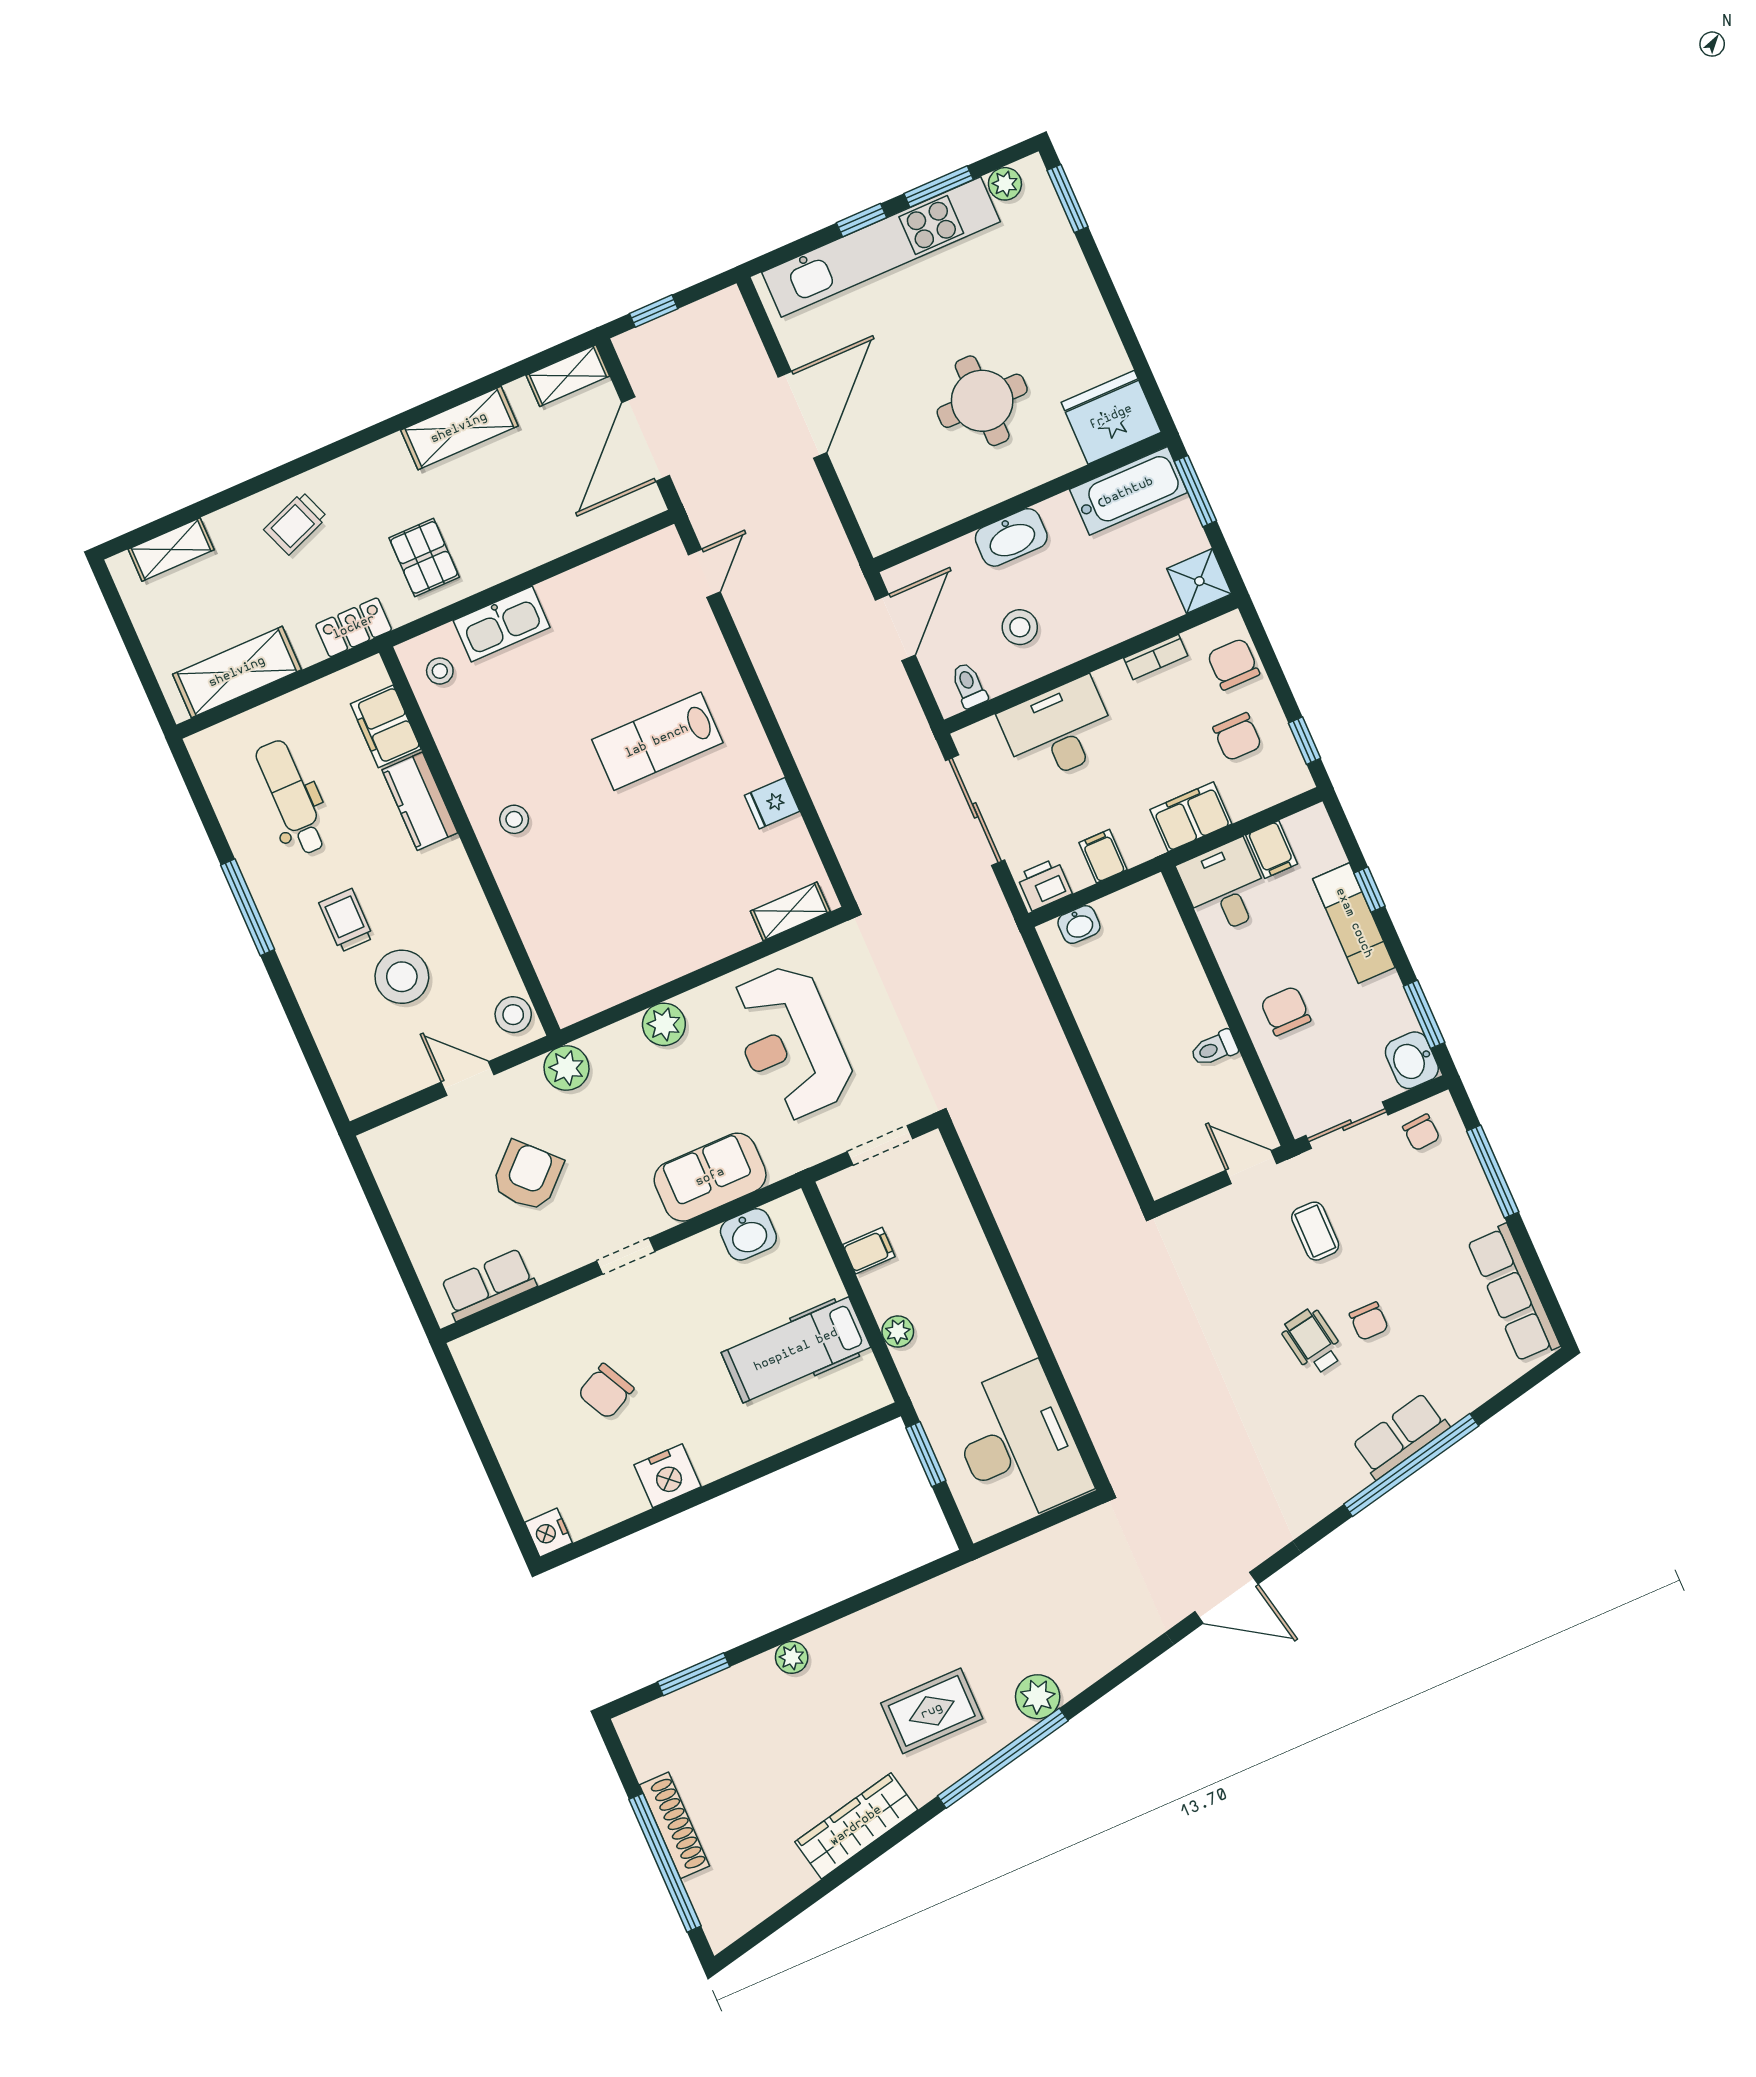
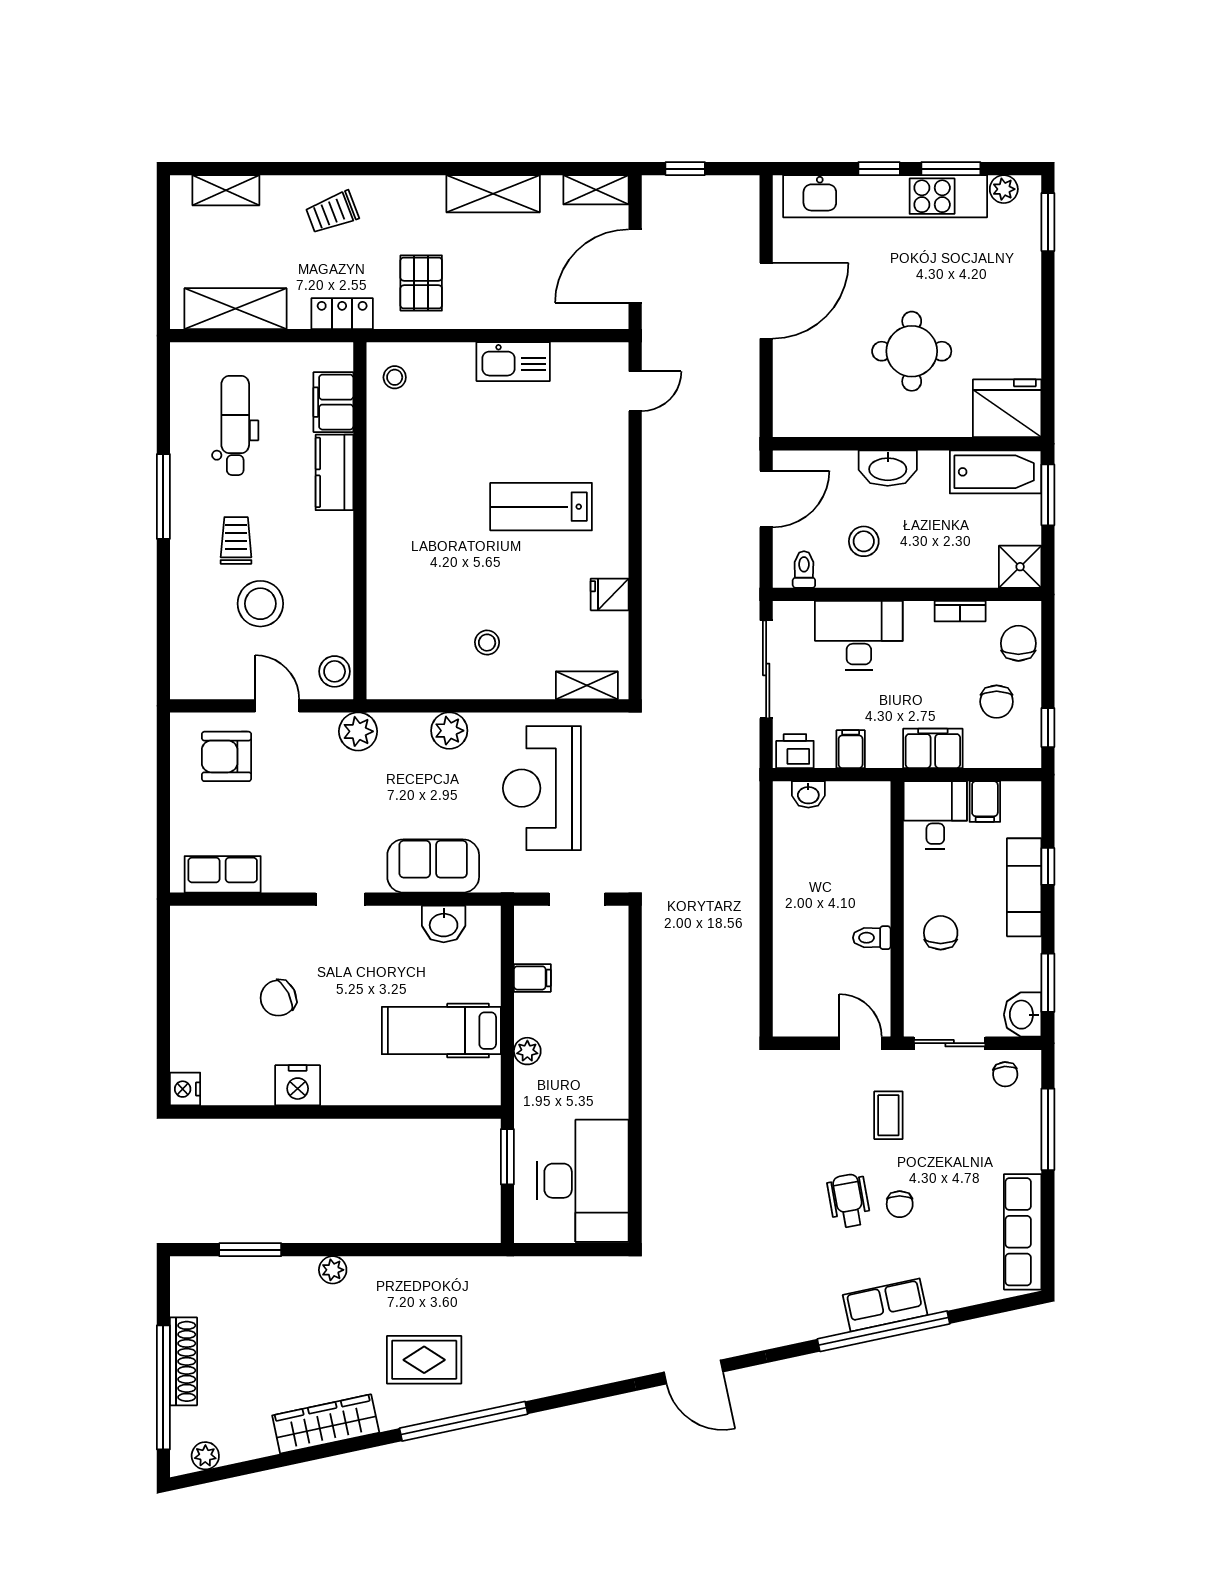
kitchen sink: (502, 624) -> (513, 362), moved
stool: (514, 819) -> (487, 643), moved
armchair: (527, 1176) -> (227, 756), moved, turned -136
plant: (1038, 1697) -> (205, 1456), moved, width x0.73, depth x0.73

